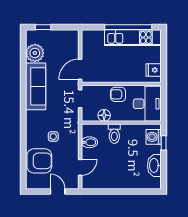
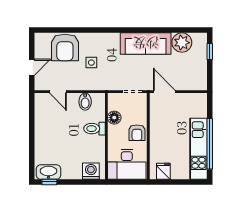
armchair: (118, 94) -> (137, 133), turned 180
window: (164, 143) -> (49, 182), moved
washbasin: (154, 165) -> (49, 172), moved

